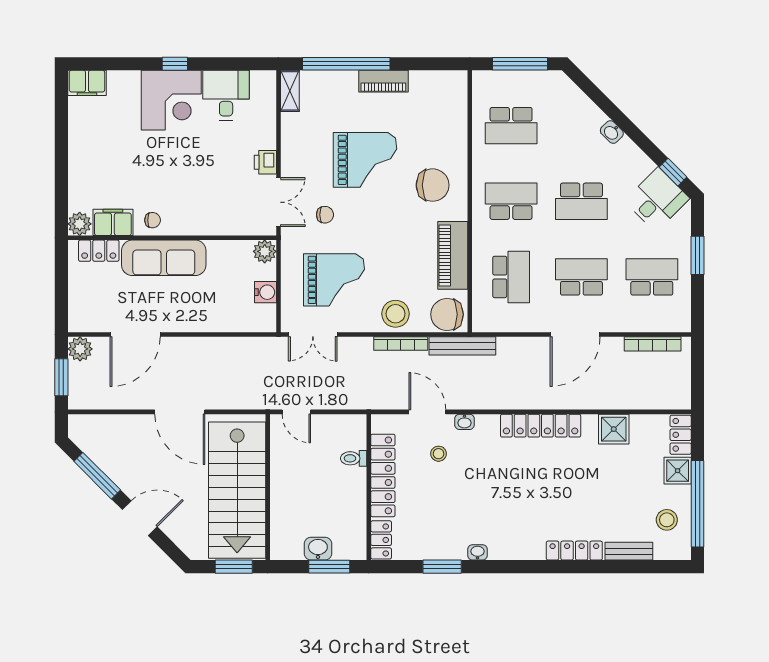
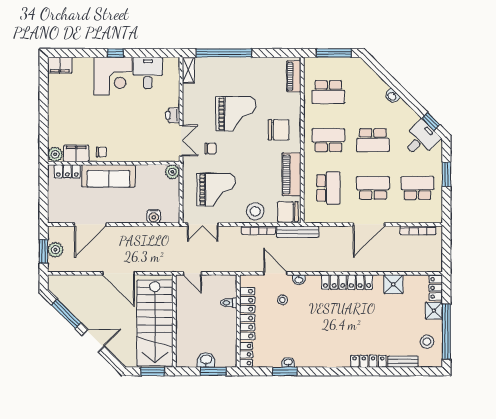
piano: (383, 81) -> (294, 76), moved, turned 90
water cooler: (266, 292) -> (154, 216), moved, turned 90
plant: (80, 349) -> (55, 250), moved
washbasin: (478, 552) -> (288, 362), moved

